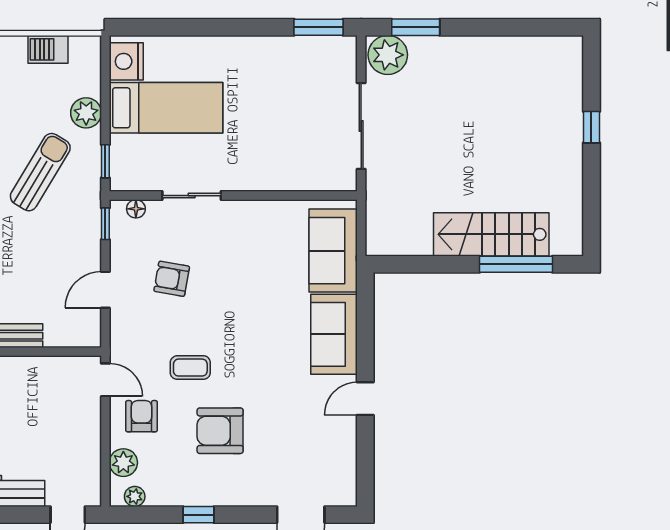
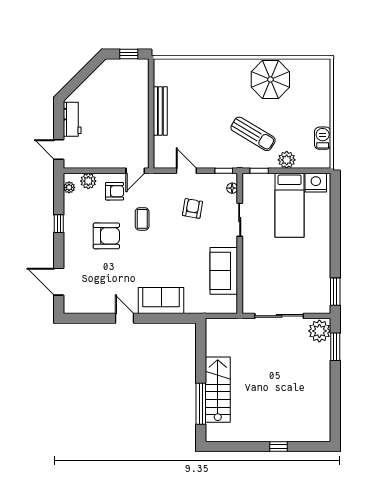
sofa: (333, 251) -> (224, 271), moved, turned -90
armchair: (220, 431) -> (106, 236), turned 90

